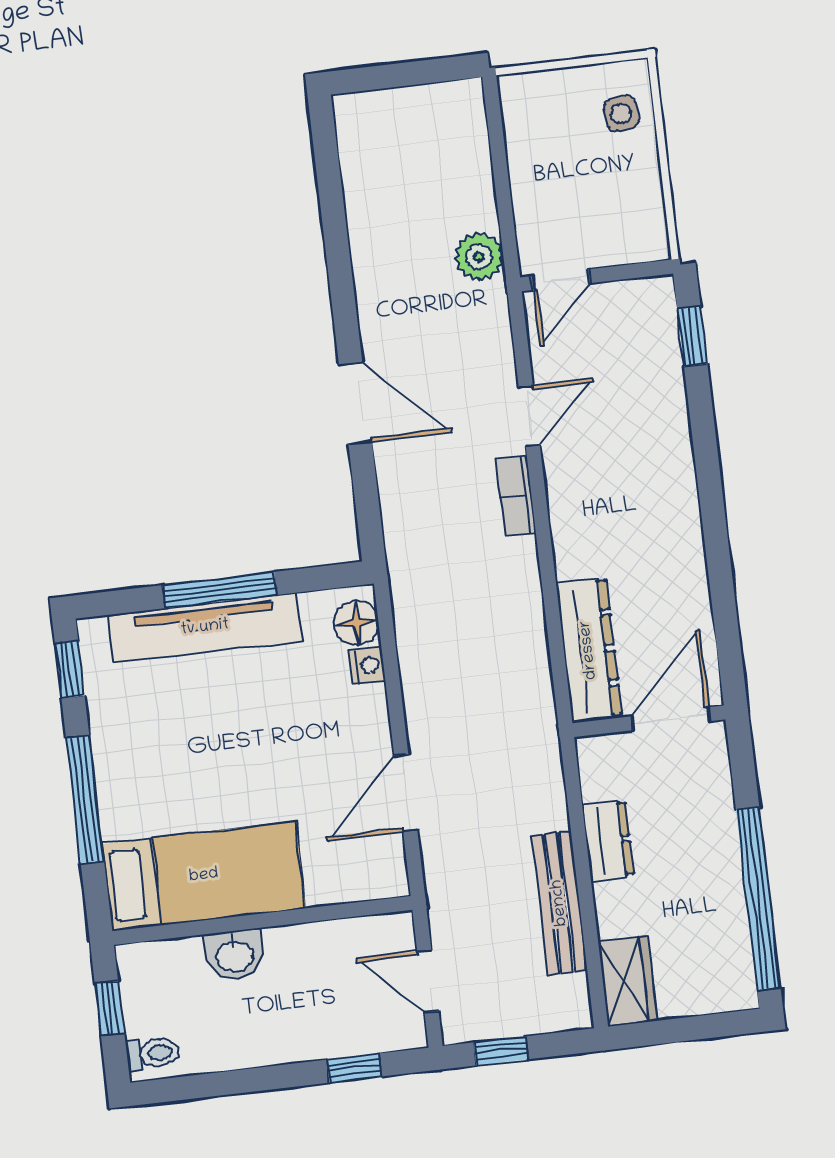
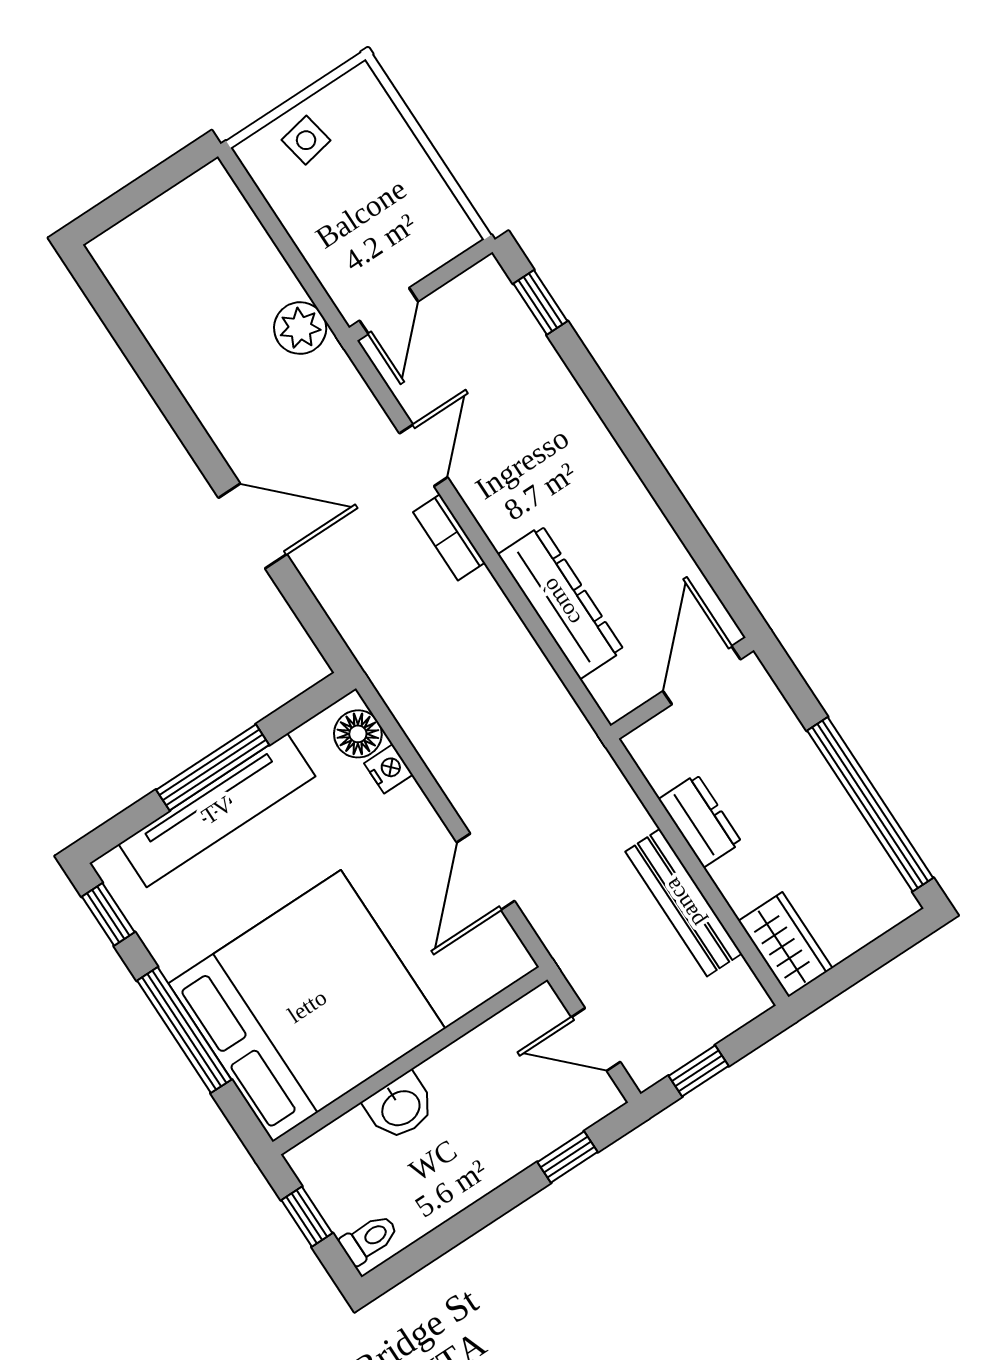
side table: (621, 114) -> (306, 140), moved
dresser: (589, 650) -> (561, 602), moved
bed: (204, 876) -> (307, 1006), width x2.04

